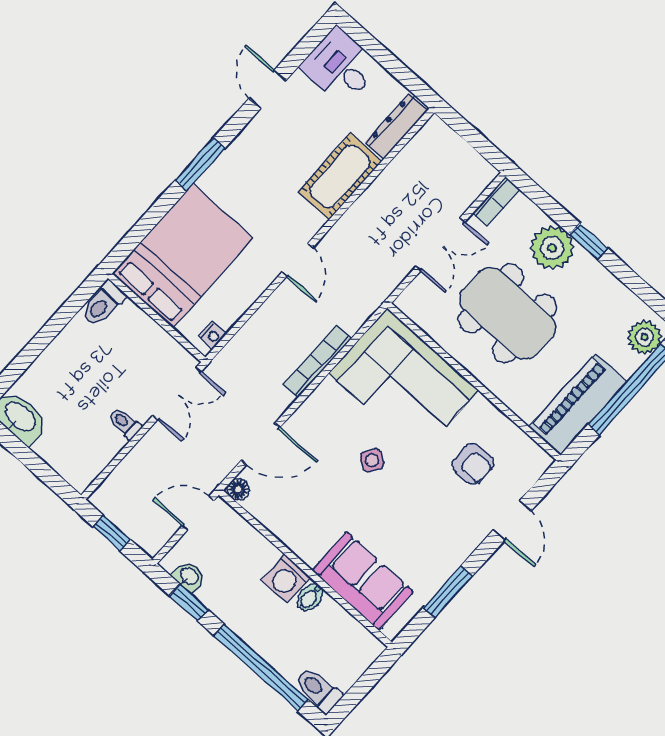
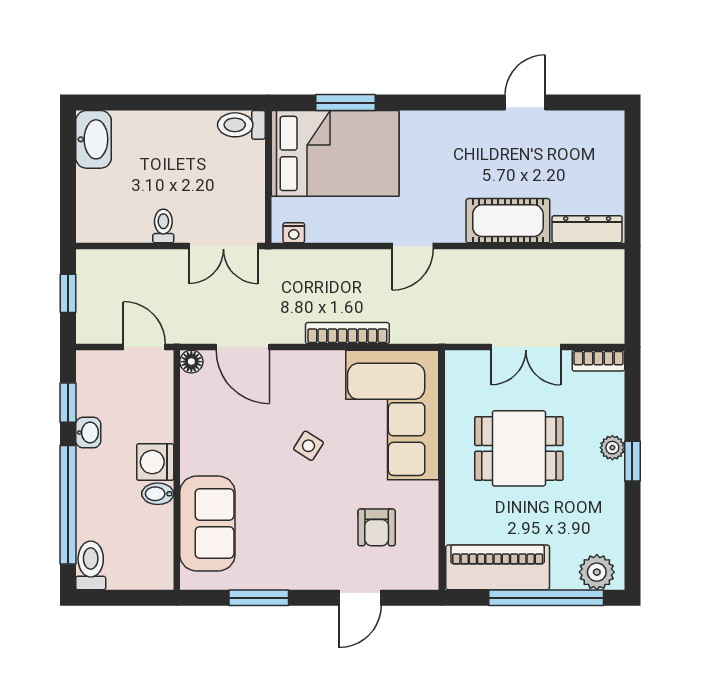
desk: (340, 66) -> (594, 143), removed
window: (200, 164) -> (345, 103), moved
plant: (552, 248) -> (612, 448), width x0.53, depth x0.53
dining table: (508, 313) -> (519, 448), width x0.73
washbasin: (189, 577) -> (88, 433), moved

